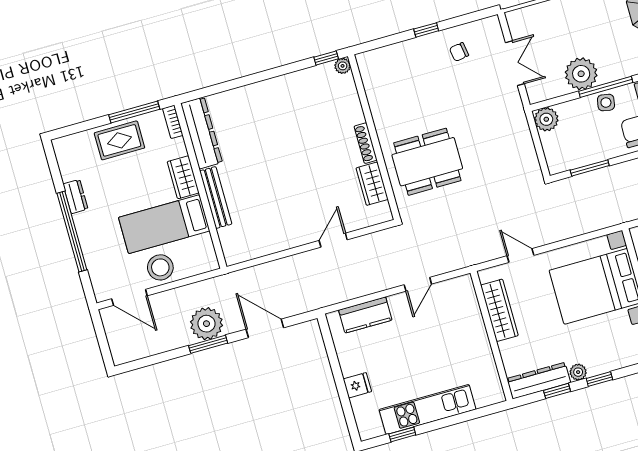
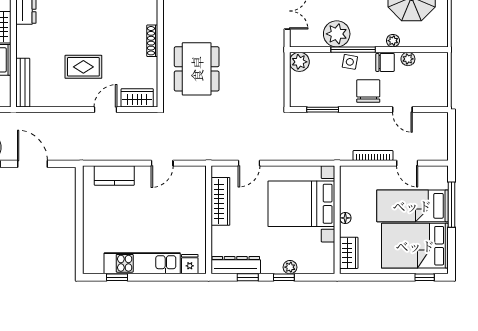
dining table: (427, 162) -> (197, 69), turned 90
wardrobe: (372, 184) -> (137, 98), moved, turned 90
bench: (216, 197) -> (23, 83), moved
rug: (293, 197) -> (83, 67), added
door: (520, 255) -> (249, 163), swing flipped
plant: (578, 372) -> (290, 267), moved
fridge: (357, 385) -> (190, 264), moved, turned -90

